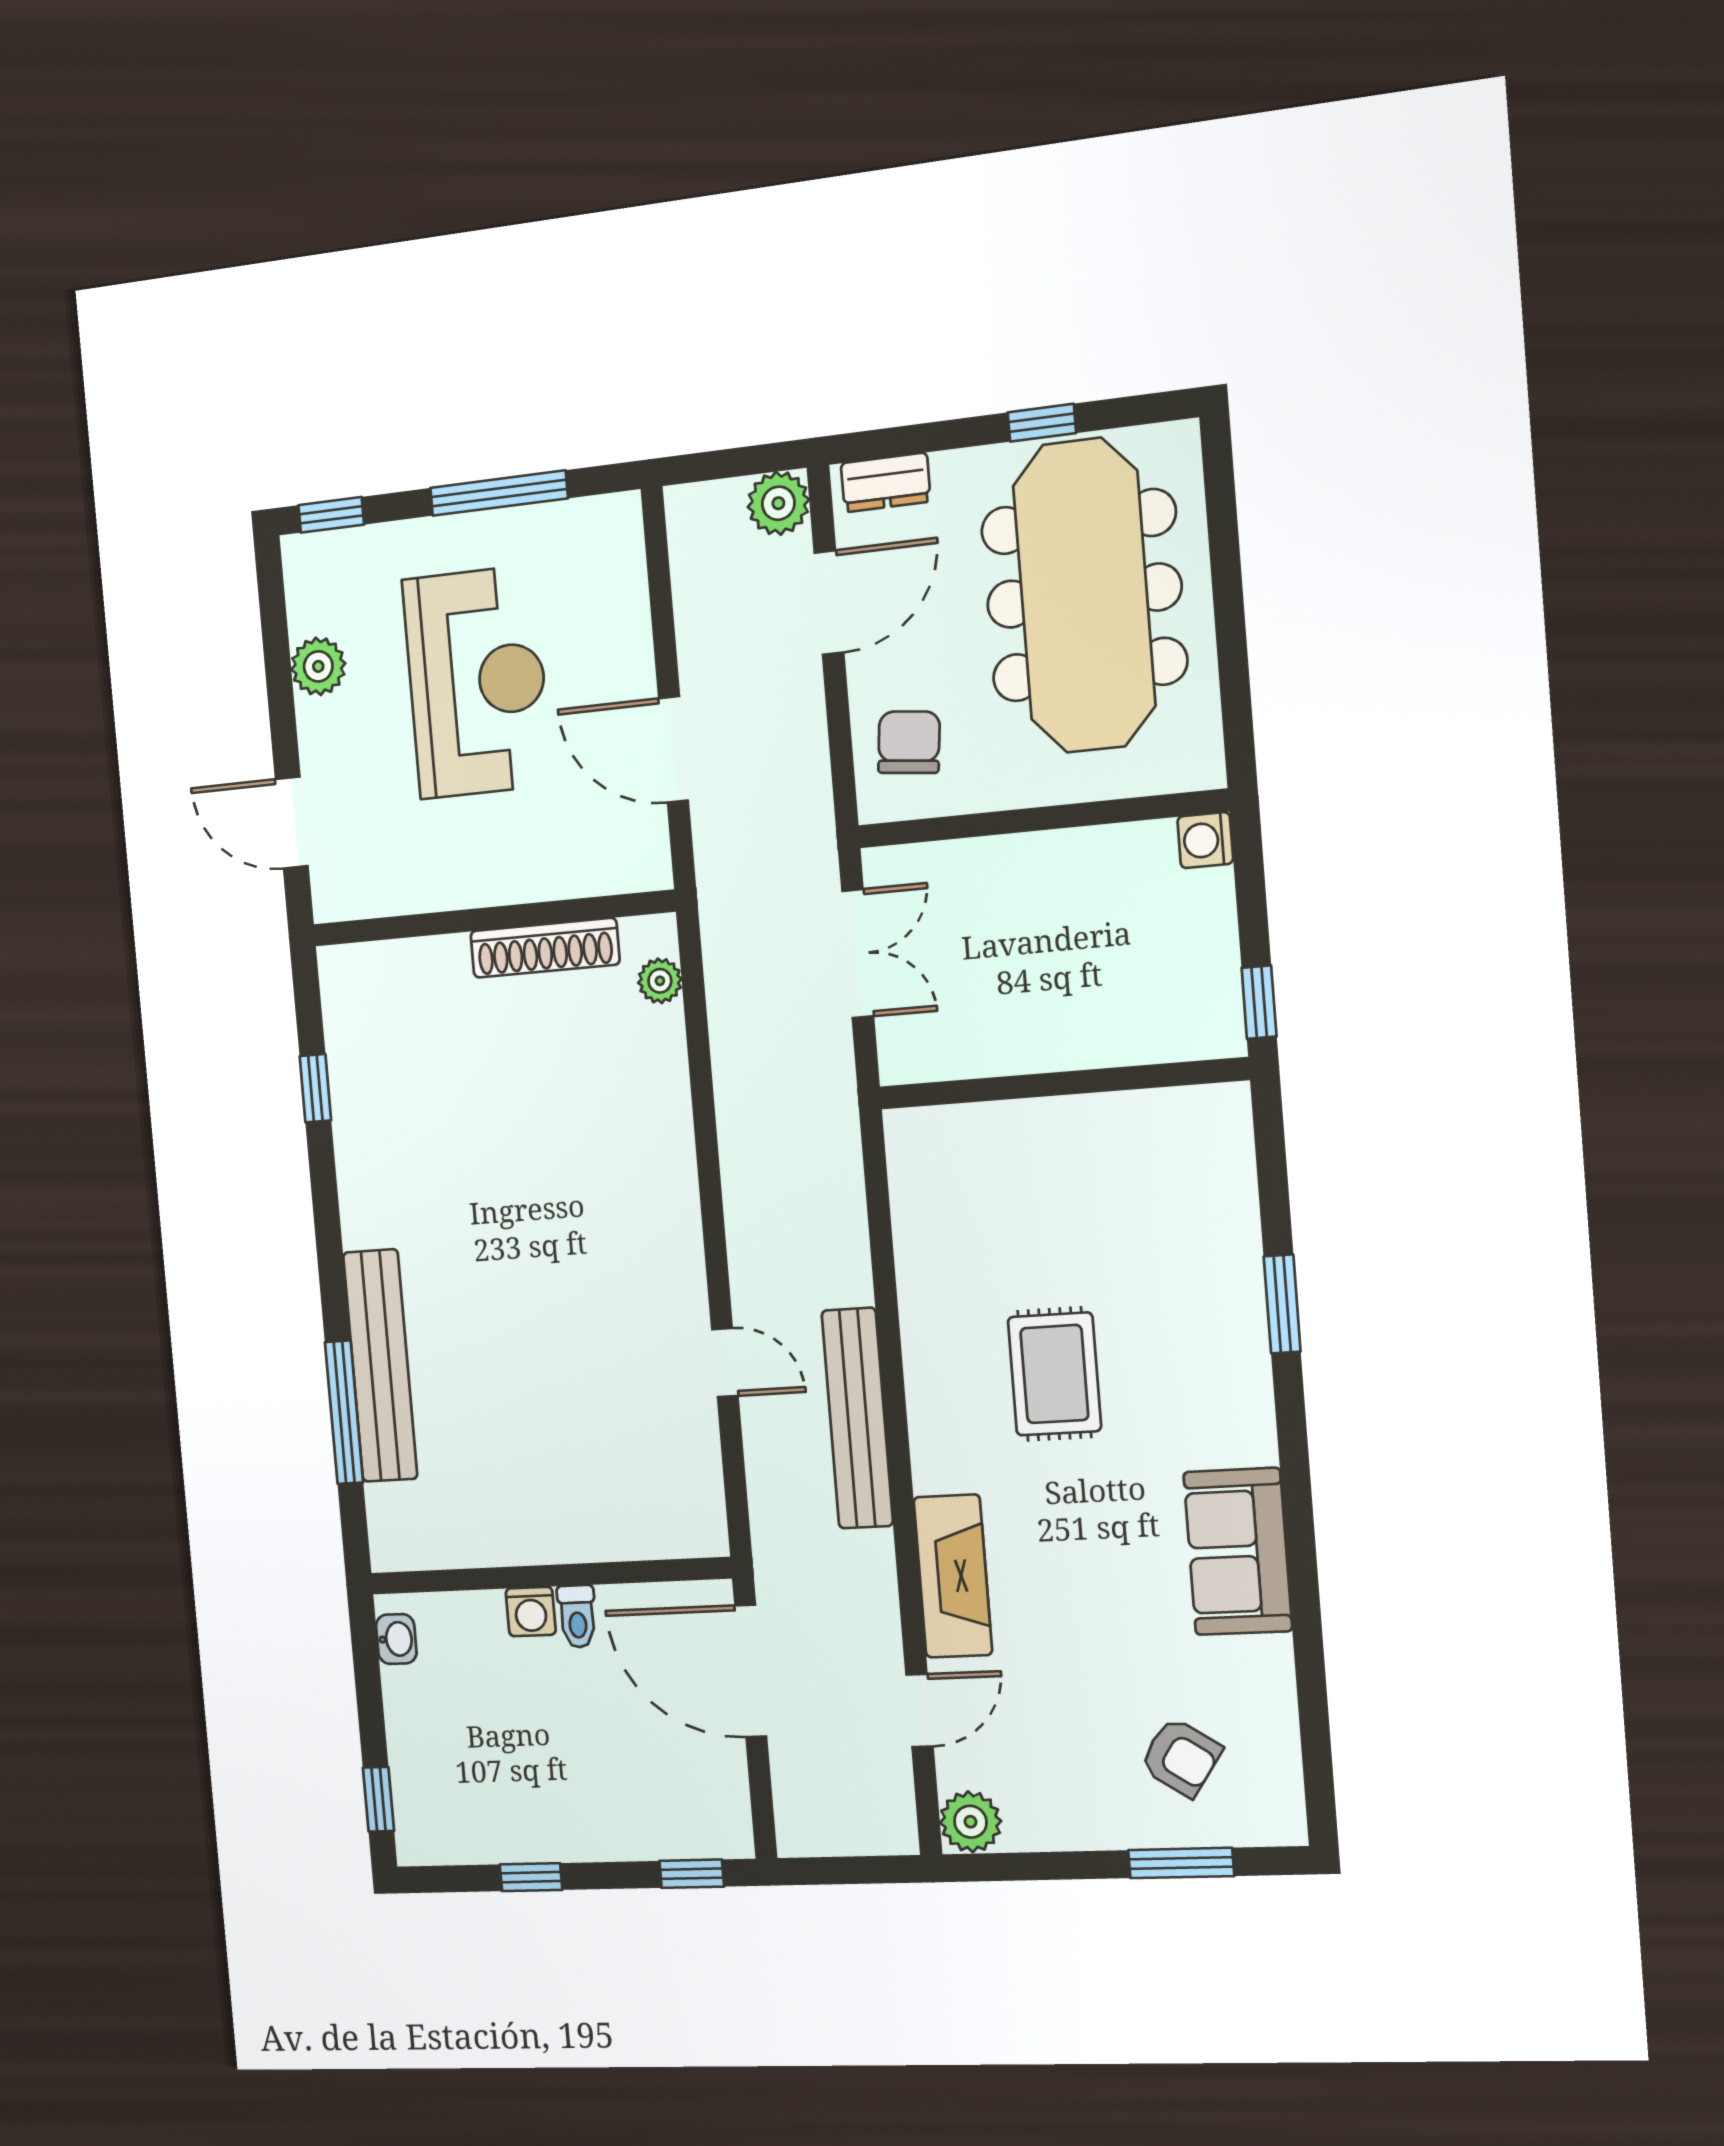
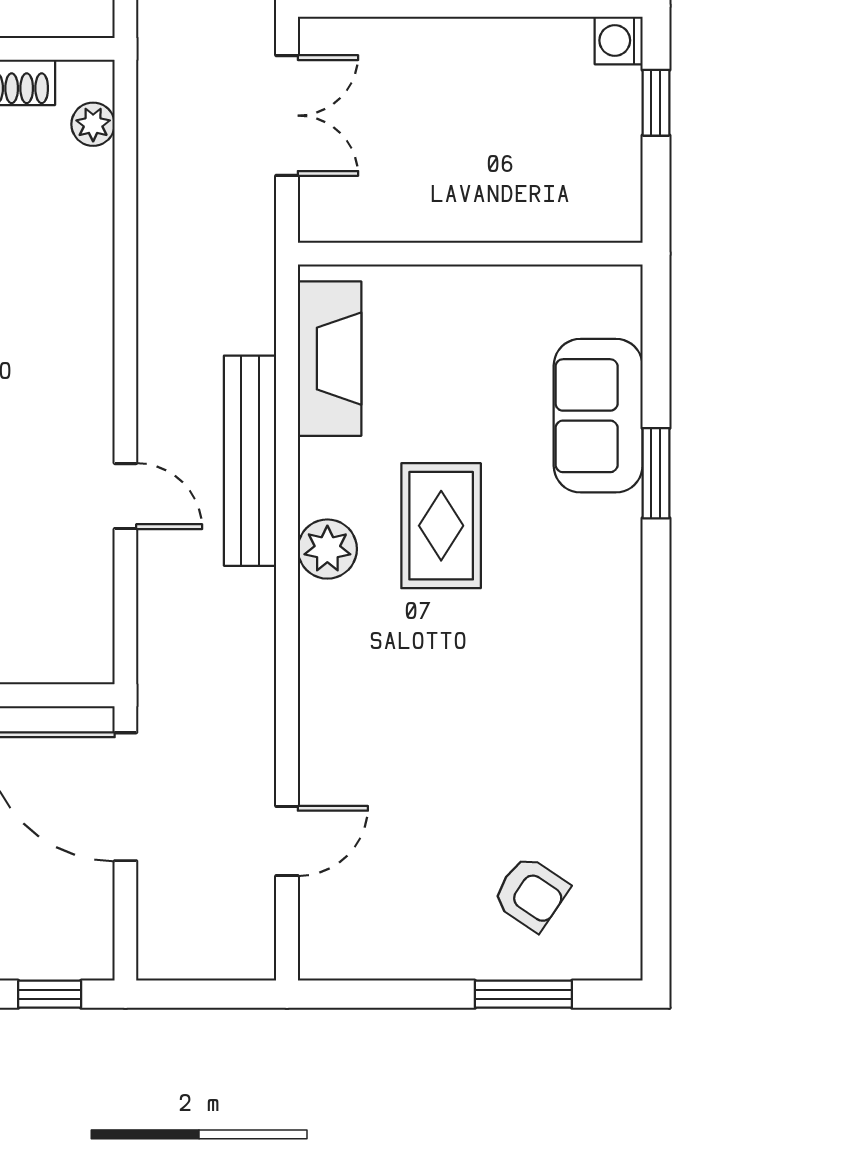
window: (1259, 1002) -> (656, 103), moved
bench: (857, 1418) -> (250, 461), moved
sofa: (1238, 1551) -> (598, 416), moved
fireplace: (953, 1576) -> (330, 359), moved
plant: (970, 1822) -> (327, 549), moved

